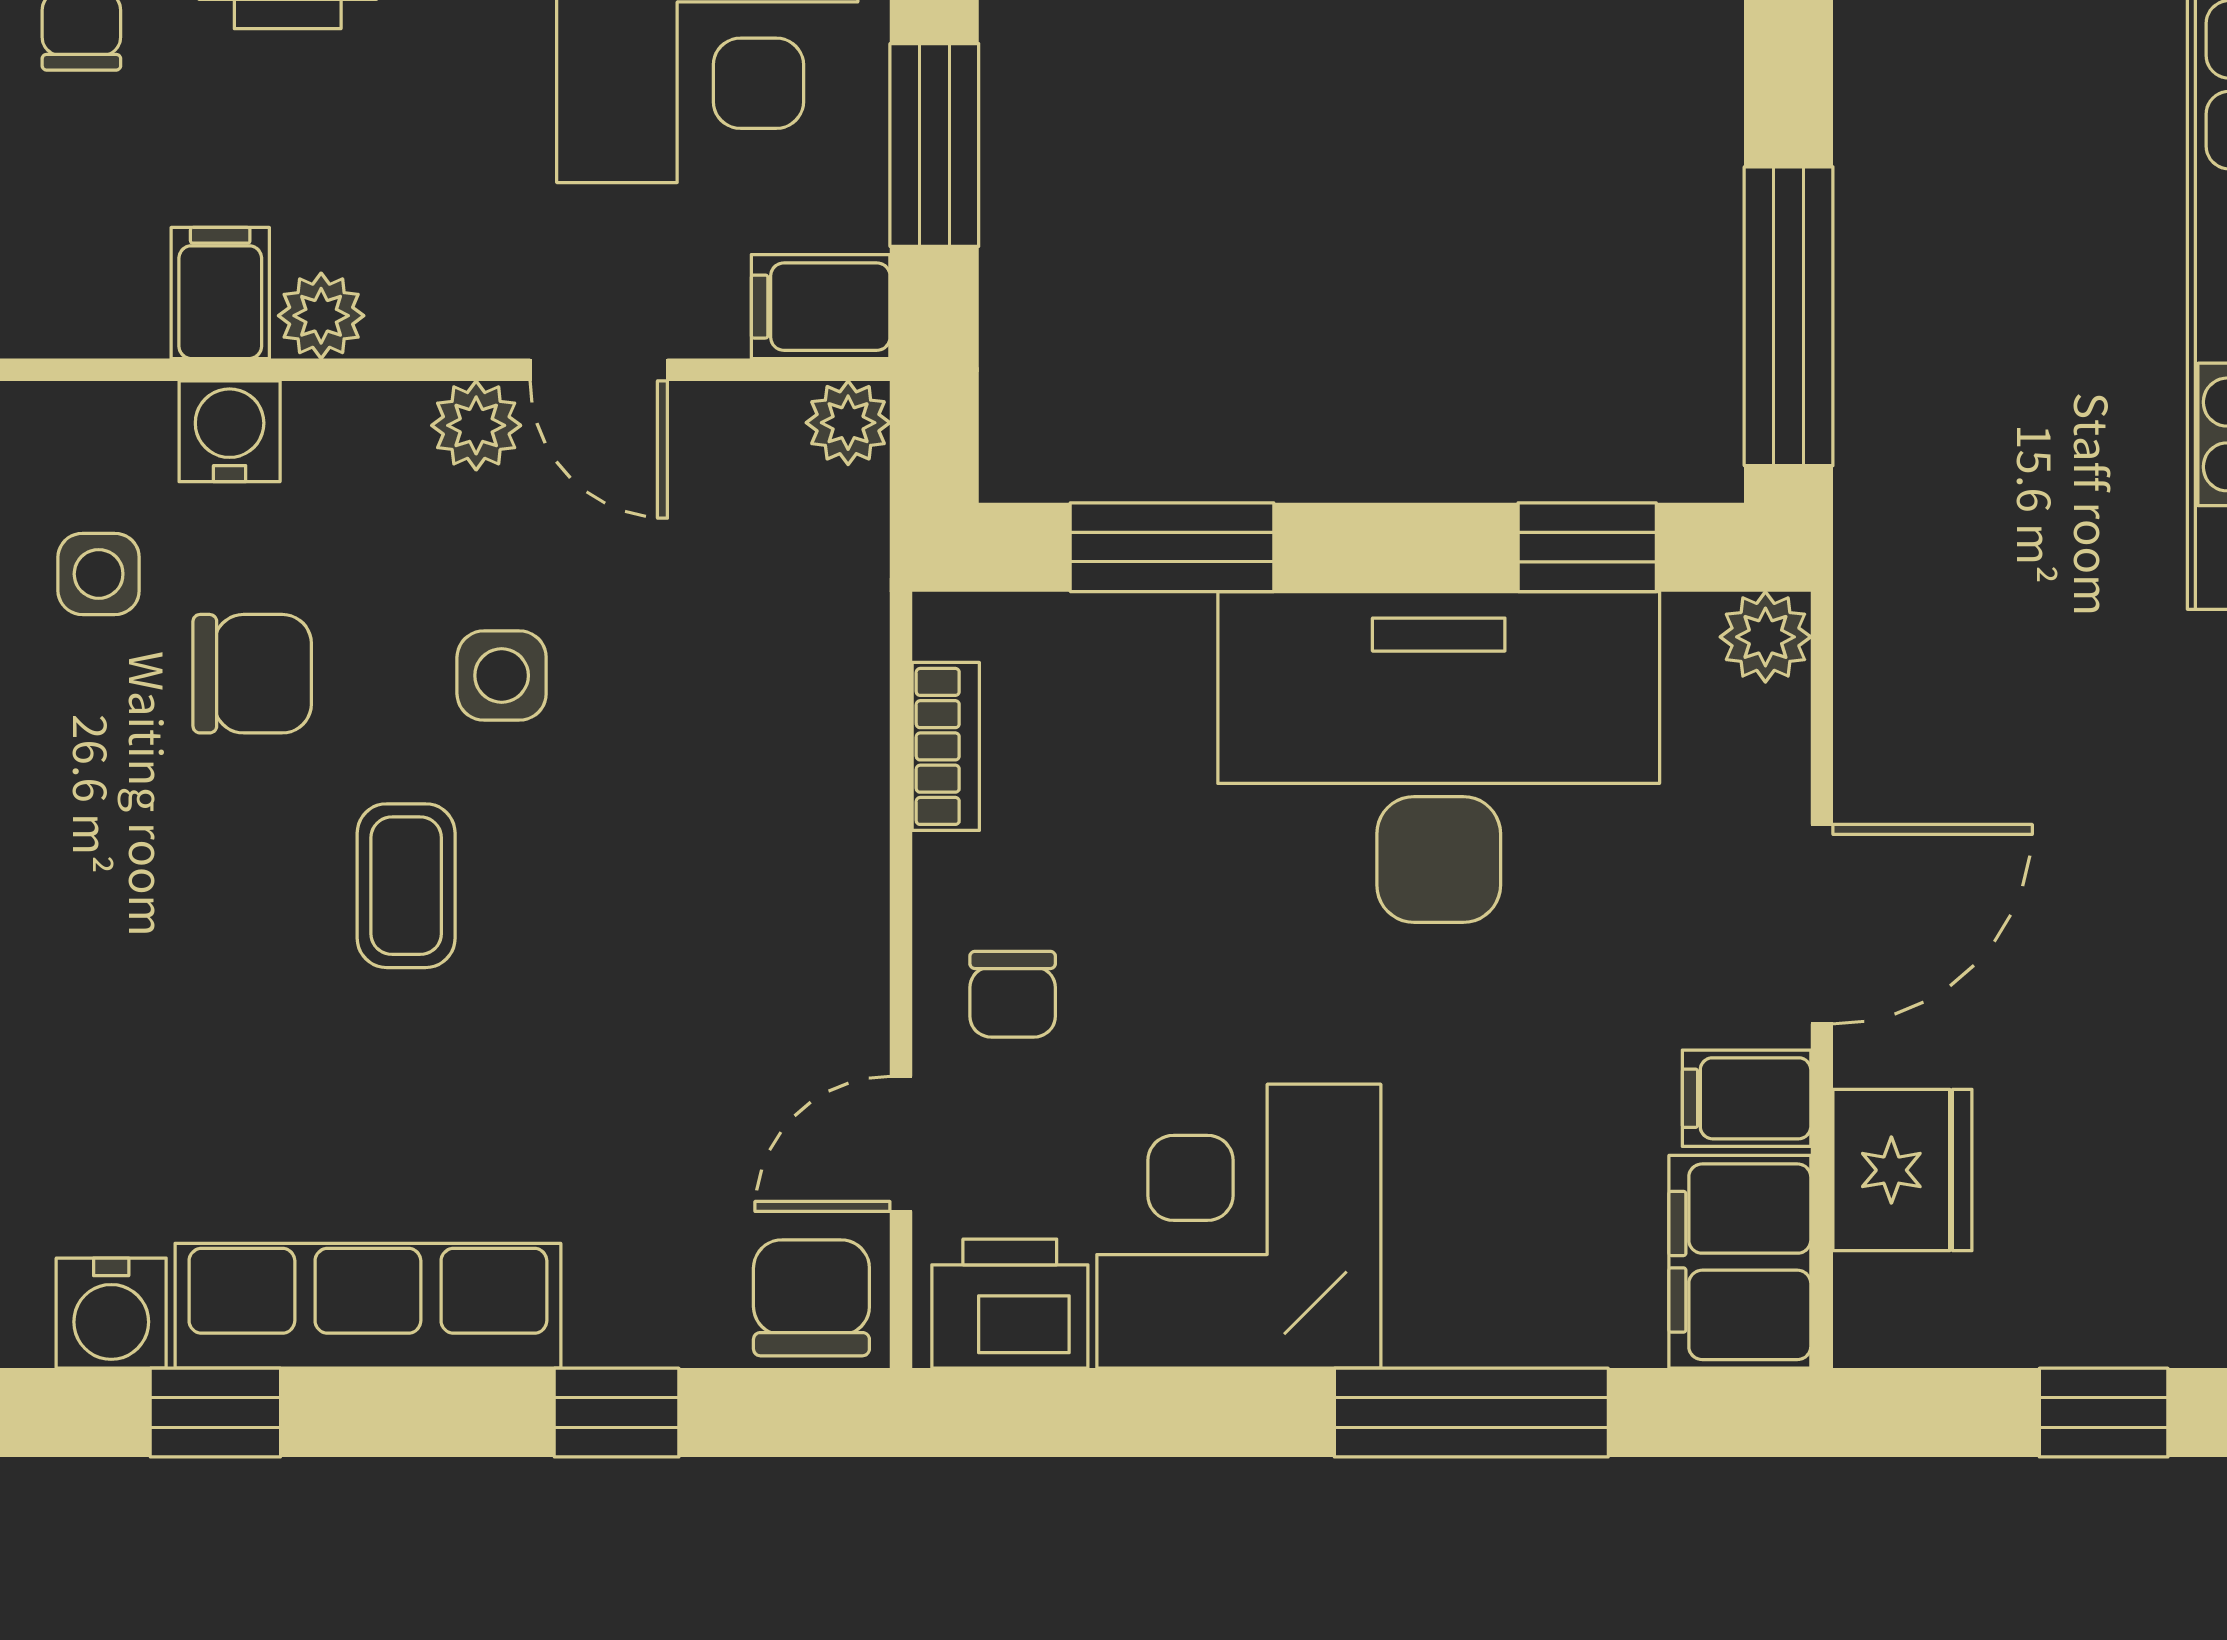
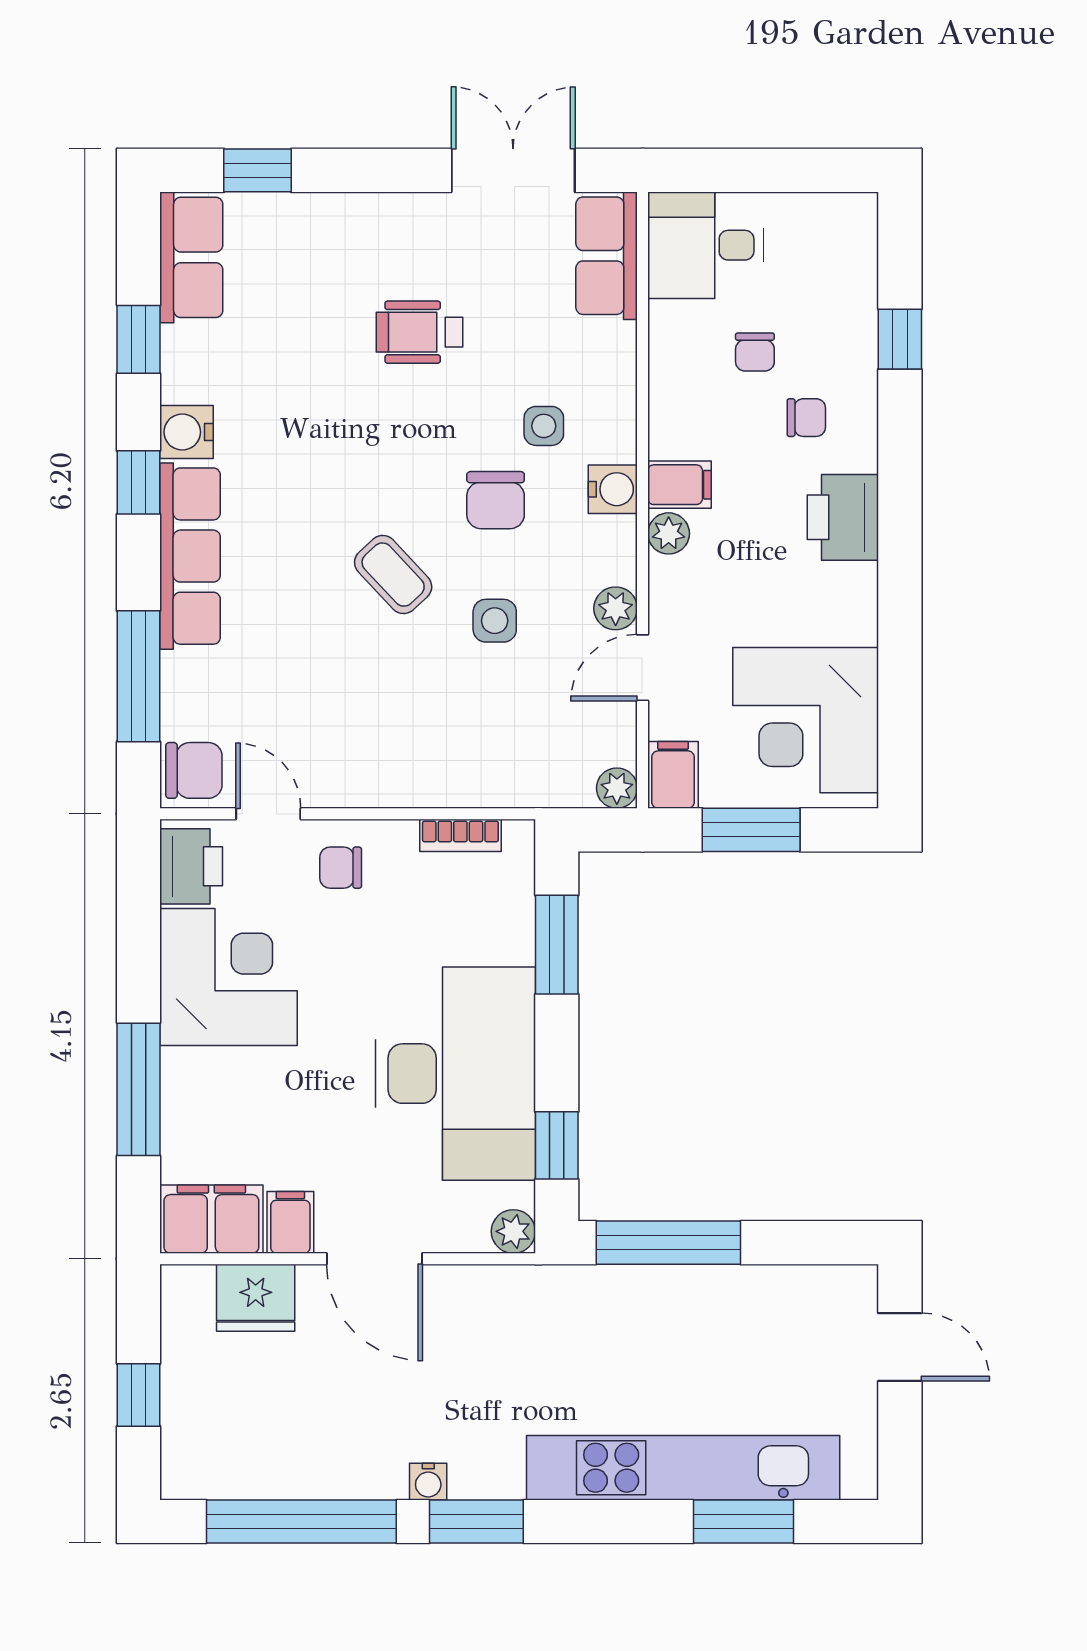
coffee table: (406, 886) -> (393, 575), turned 47
window: (617, 1413) -> (138, 676), width x2.17

